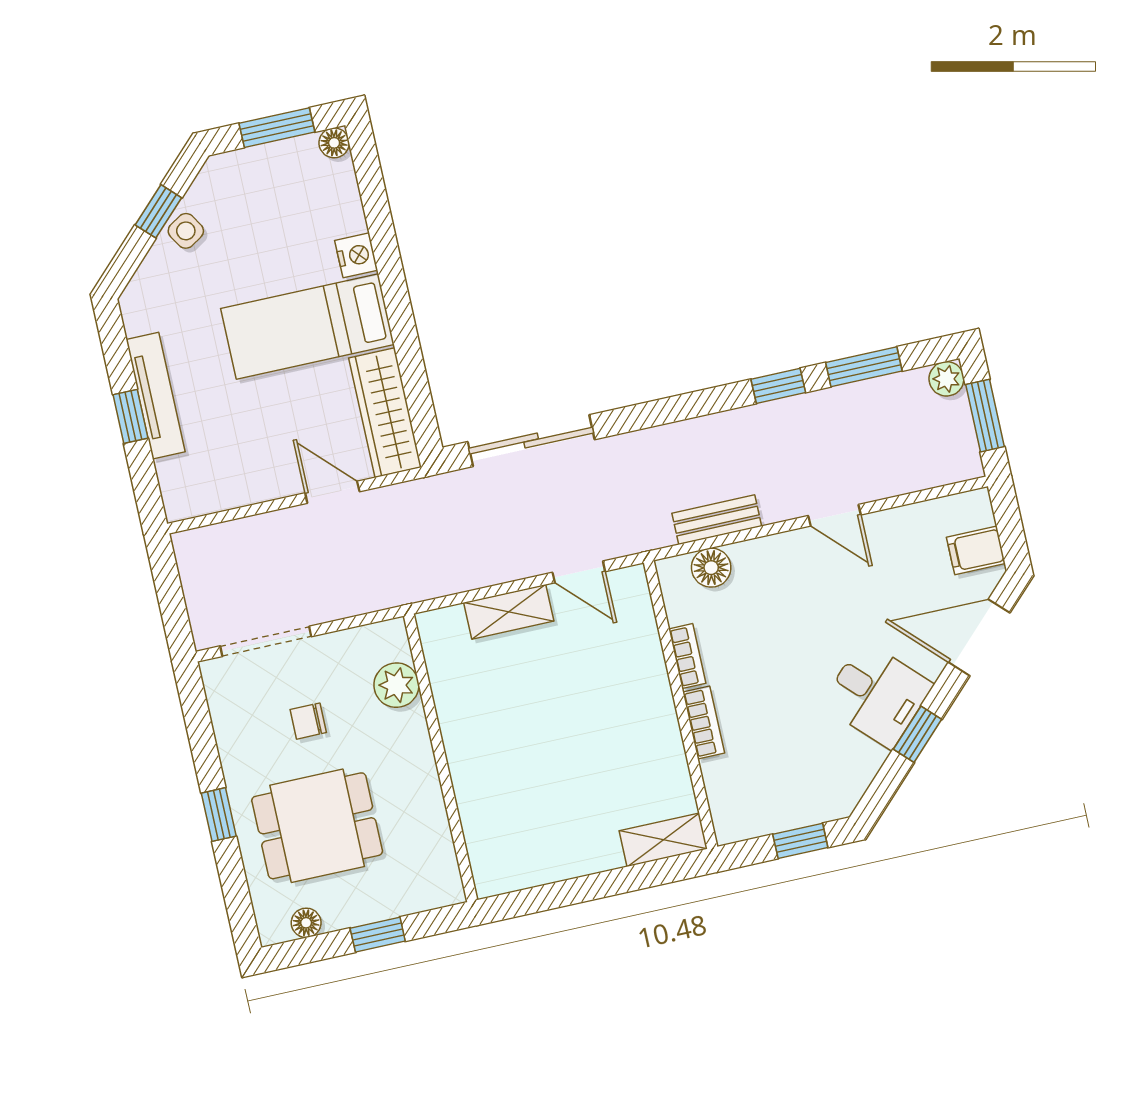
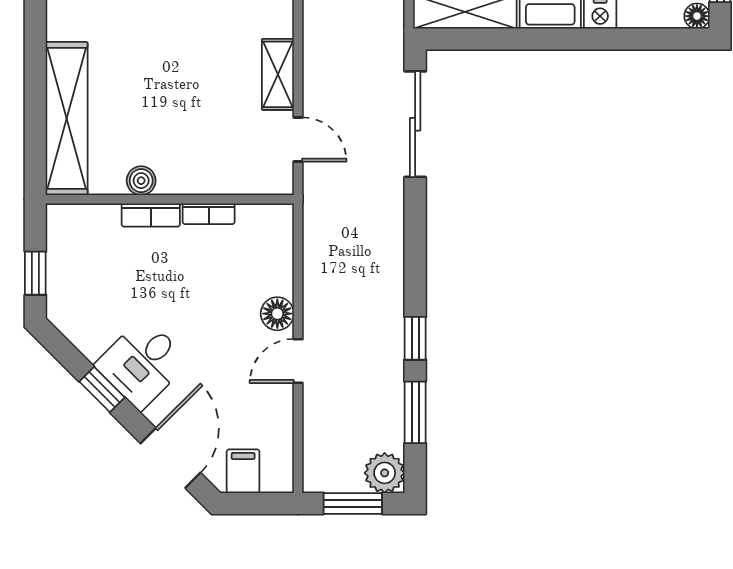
plant: (946, 379) -> (385, 473), width x1.38, depth x1.38
bench: (717, 520) -> (316, 263), removed
floor lamp: (711, 568) -> (277, 314), moved
door: (579, 572) -> (298, 140), swing flipped
boiler: (666, 742) -> (141, 181), added
shelving: (663, 840) -> (67, 118), width x2.20, depth x1.33

